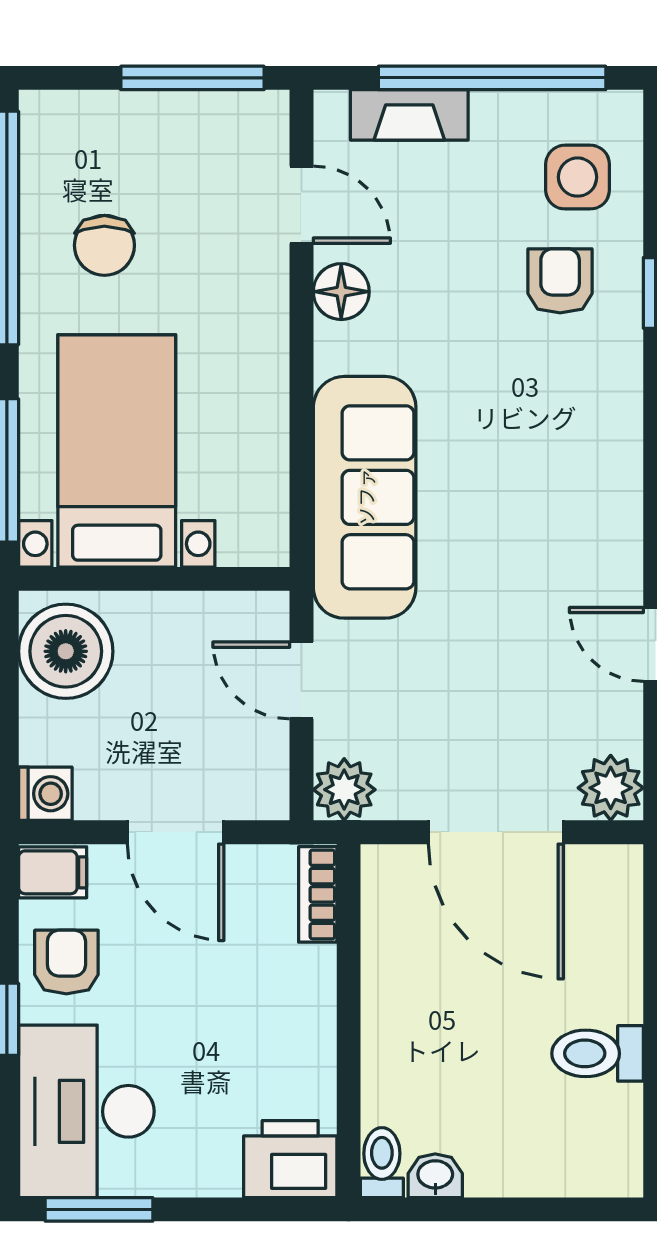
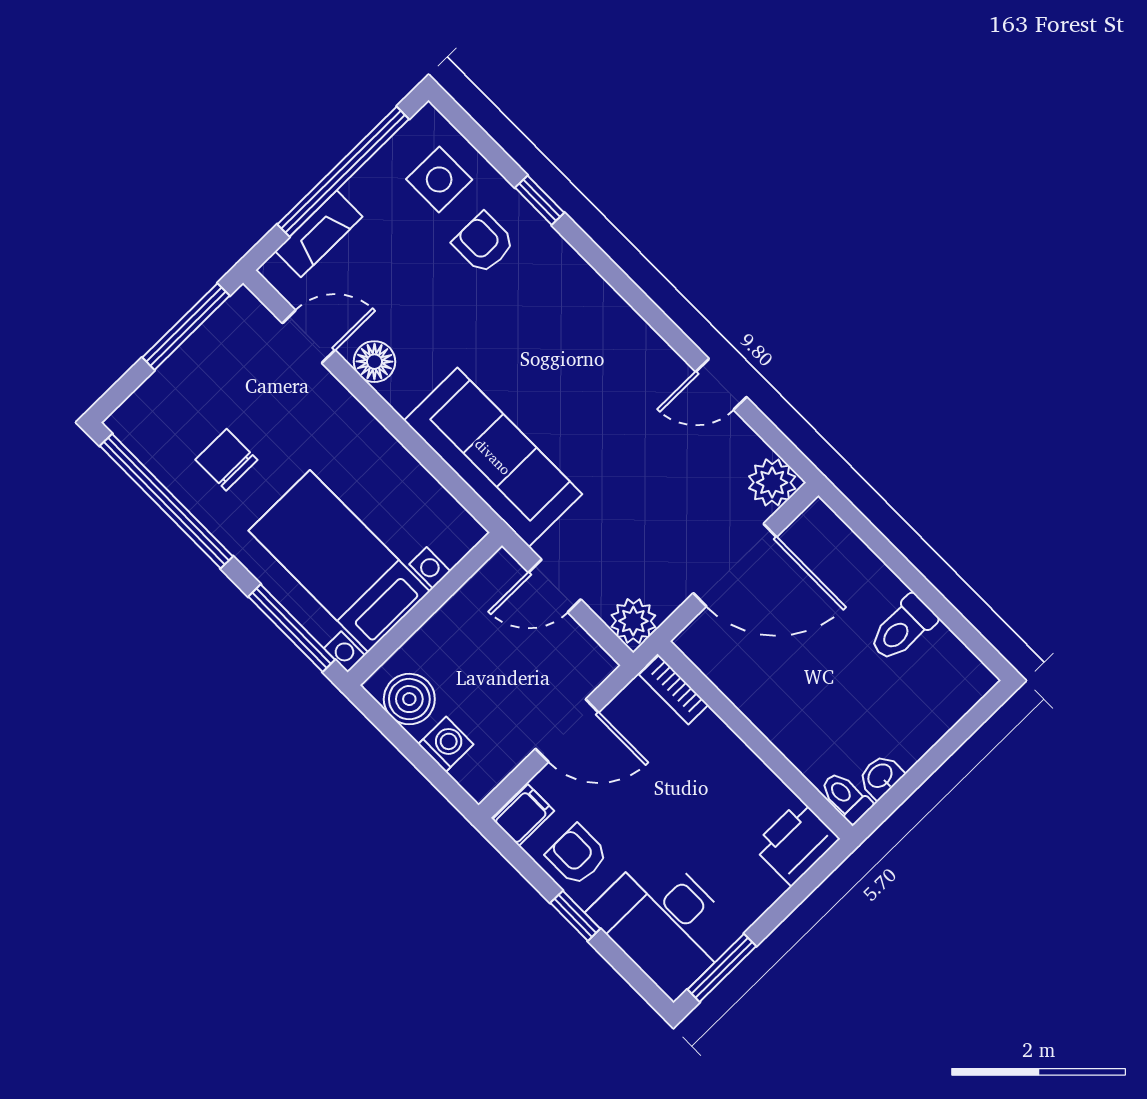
chair: (104, 245) -> (226, 460), turned 180
boiler: (66, 651) -> (409, 699), width x0.73, depth x0.73
washing machine: (45, 794) -> (446, 744), moved

